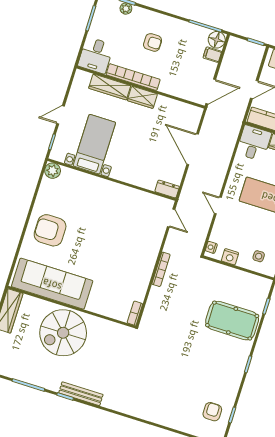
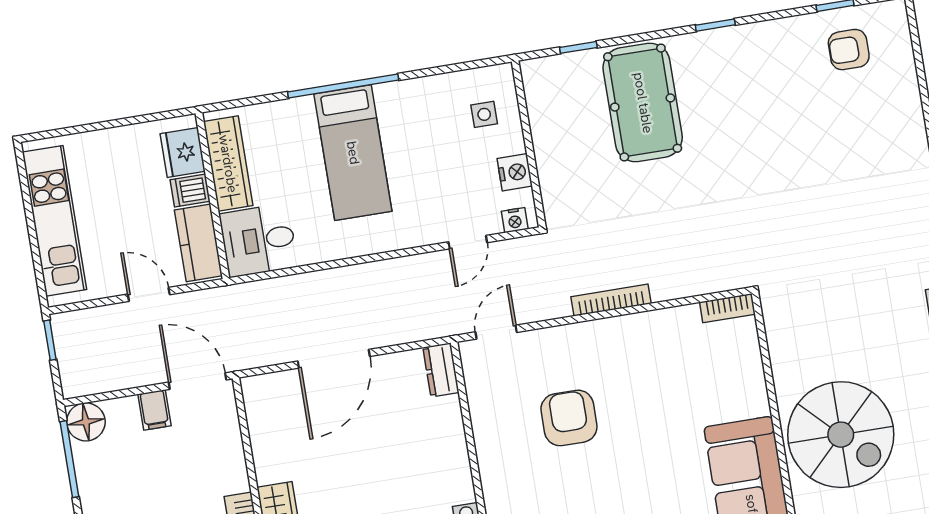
filing cabinet: (212, 55) -> (154, 410), moved
door: (218, 205) -> (468, 242), moved
armchair: (123, 230) -> (569, 418), added

